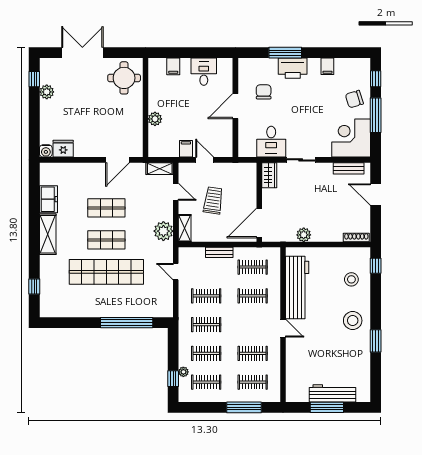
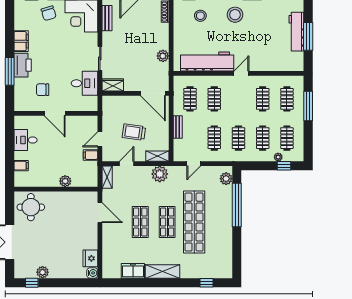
filing cabinet: (327, 66) -> (21, 41), width x2.00
plant: (158, 310) -> (226, 179), added

